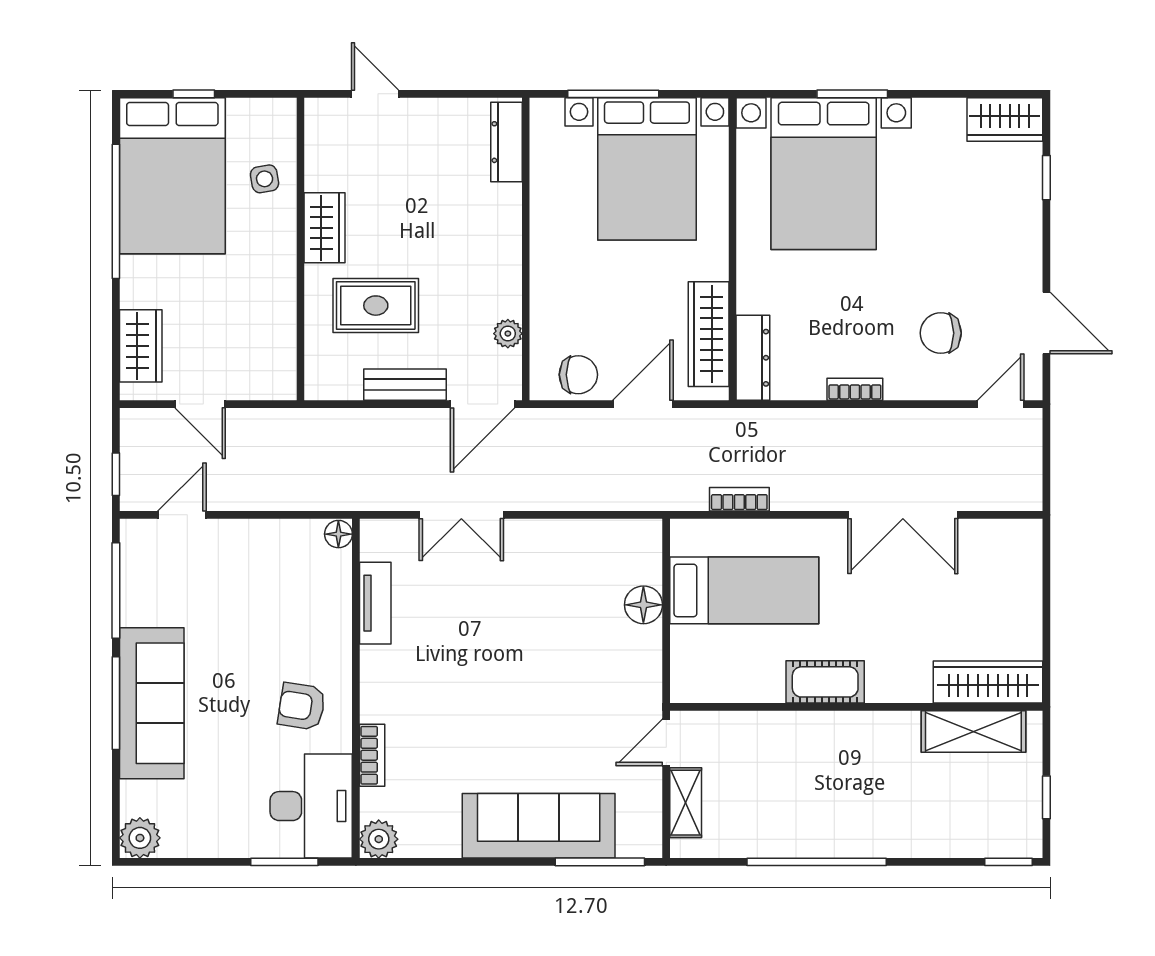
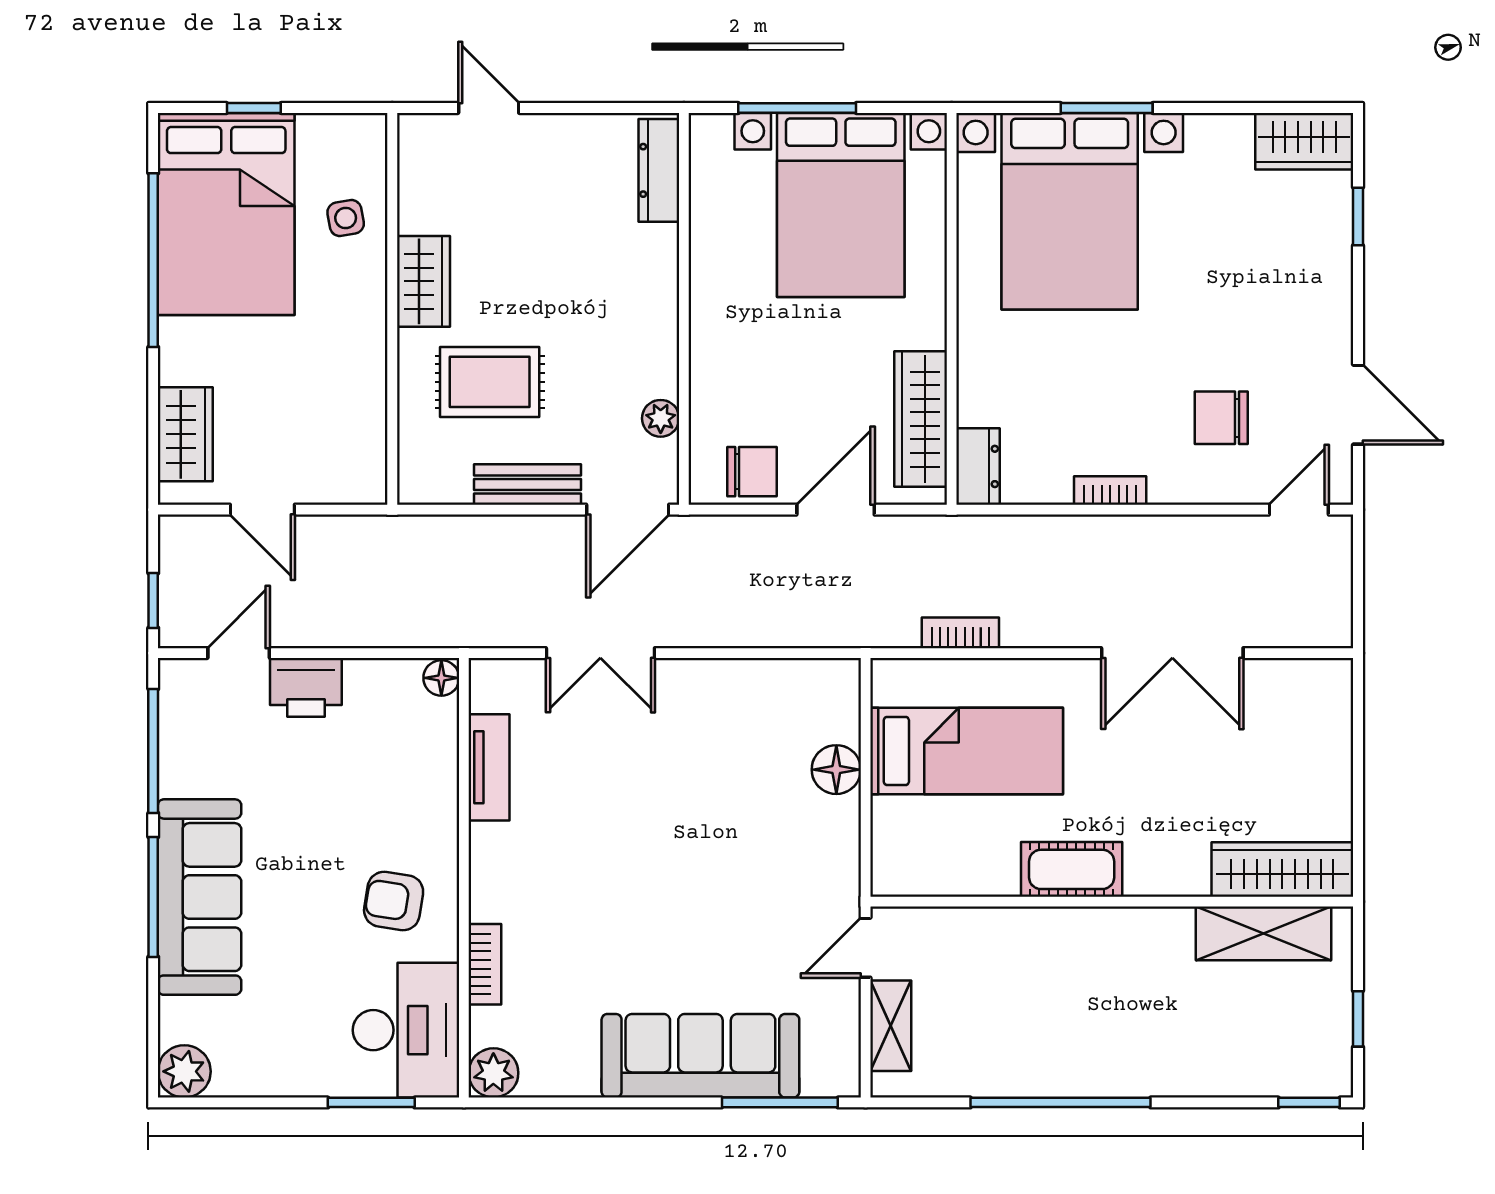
dresser: (753, 358) -> (978, 466), width x0.70
printer: (234, 541) -> (306, 687), added

